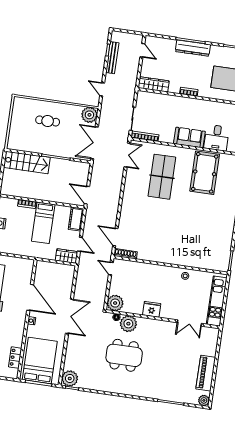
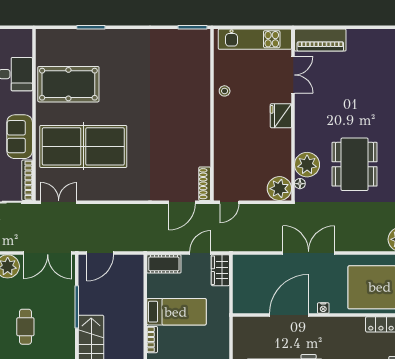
sofa: (189, 137) -> (20, 137), moved
table tennis table: (162, 177) -> (83, 146), width x1.36, depth x1.32
door: (87, 195) -> (100, 253), moved
fridge: (152, 309) -> (281, 116), moved
piano: (206, 373) -> (320, 40), moved

